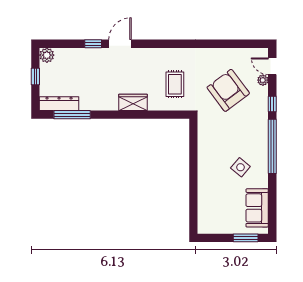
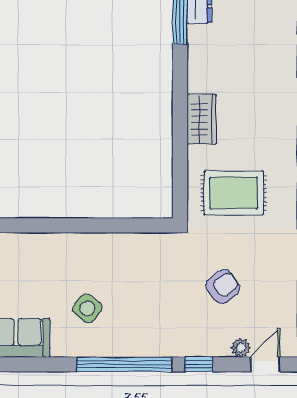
rug: (175, 84) -> (234, 193), width x1.36, depth x1.43
armchair: (228, 90) -> (223, 287), width x0.53, depth x0.53

